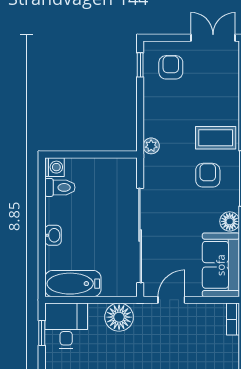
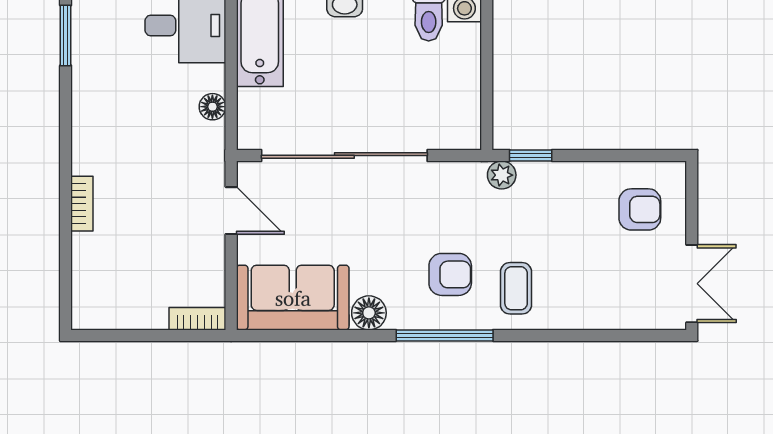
window: (140, 65) -> (531, 155), moved
coffee table: (216, 138) -> (516, 288), width x0.73, depth x0.77
floor lamp: (119, 317) -> (212, 107), width x0.53, depth x0.53

